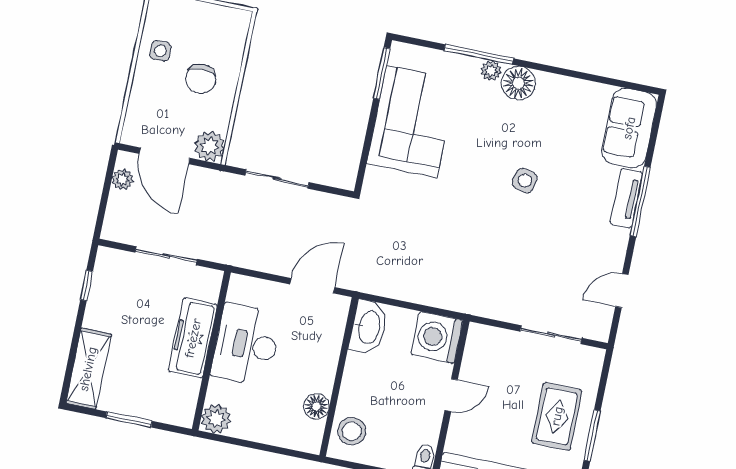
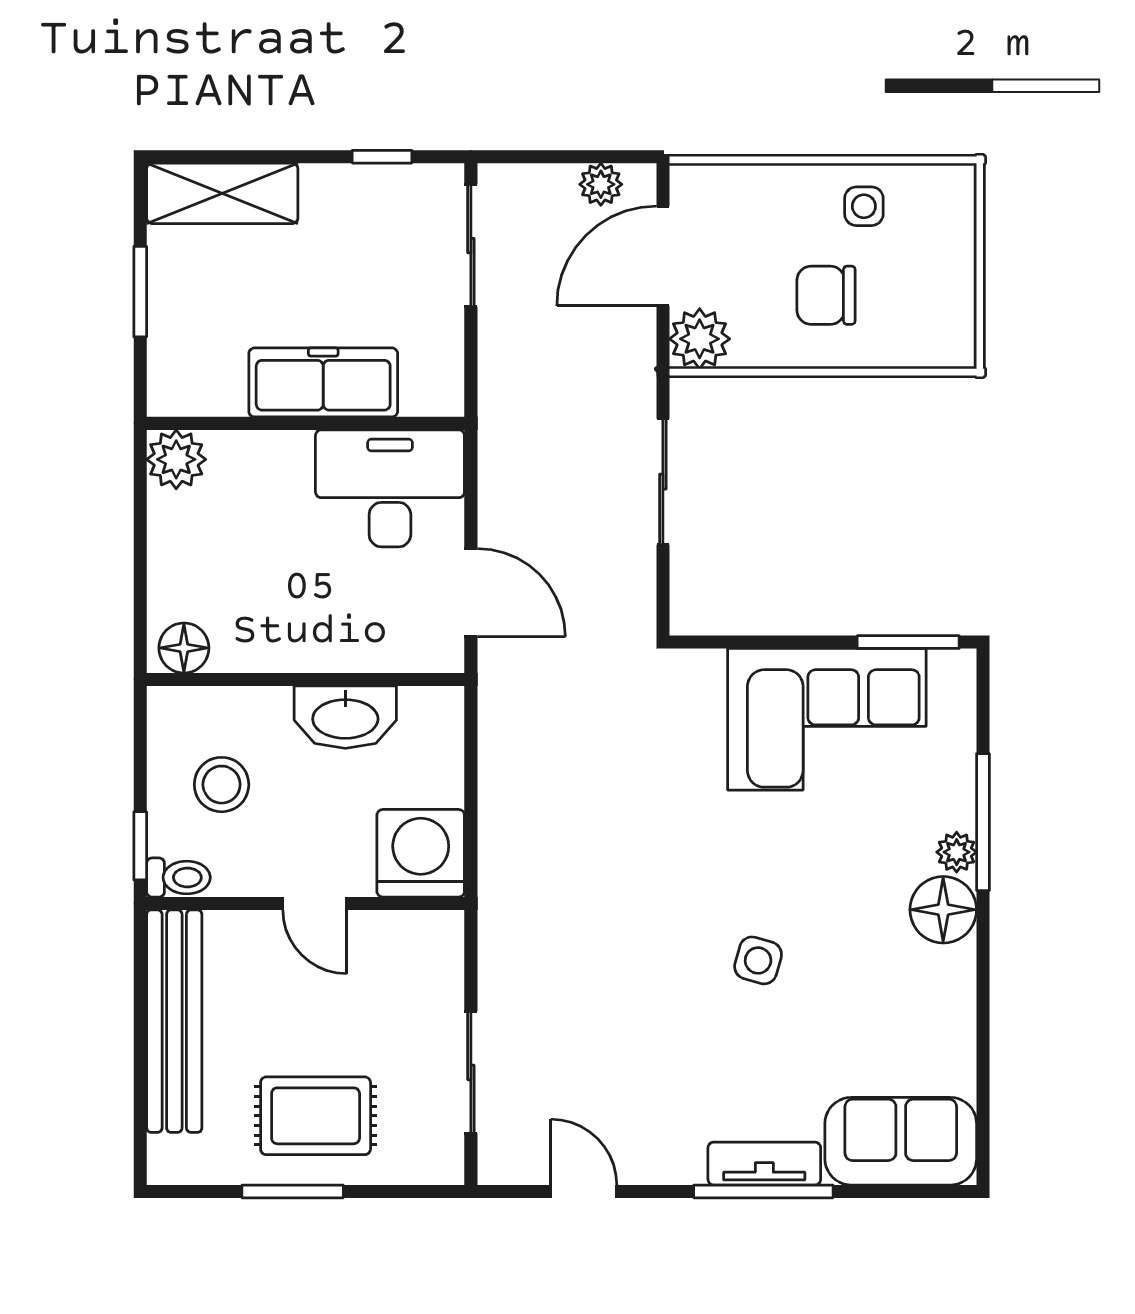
sliding door: (166, 256) -> (471, 246), moved
washbasin: (368, 327) -> (345, 717), moved
desk: (246, 345) -> (390, 488), moved
floor lamp: (316, 406) -> (184, 648), moved
stool: (352, 431) -> (222, 785), moved

